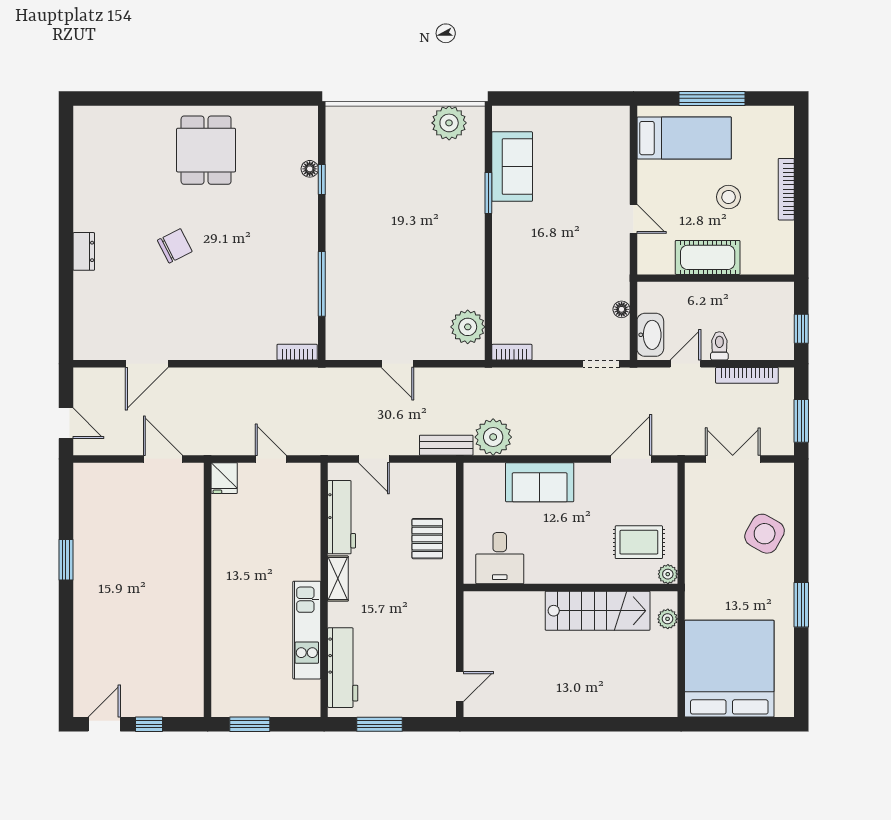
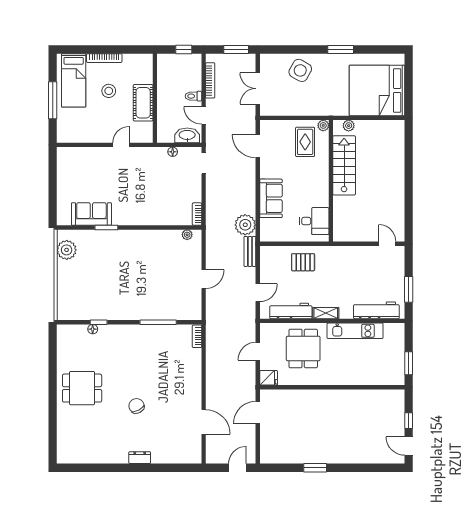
bed: (684, 138) -> (74, 80), moved, turned 180
plant: (468, 327) -> (187, 235), width x0.53, depth x0.53
dining table: (276, 539) -> (303, 349), added

